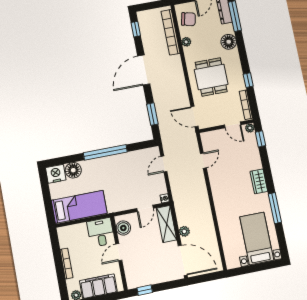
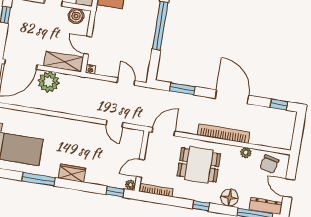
bookcase: (170, 32) -> (223, 134), moved
window: (248, 80) -> (201, 206), moved
plant: (184, 231) -> (49, 82), width x1.88, depth x1.88

